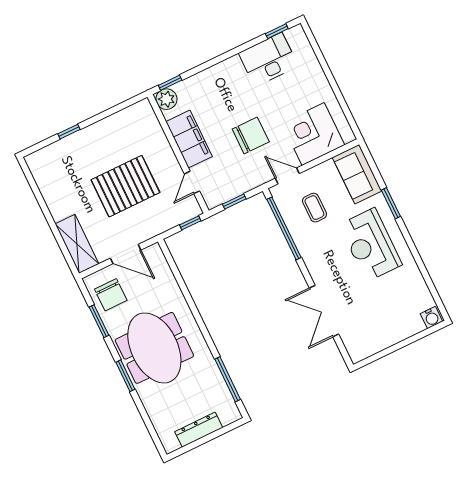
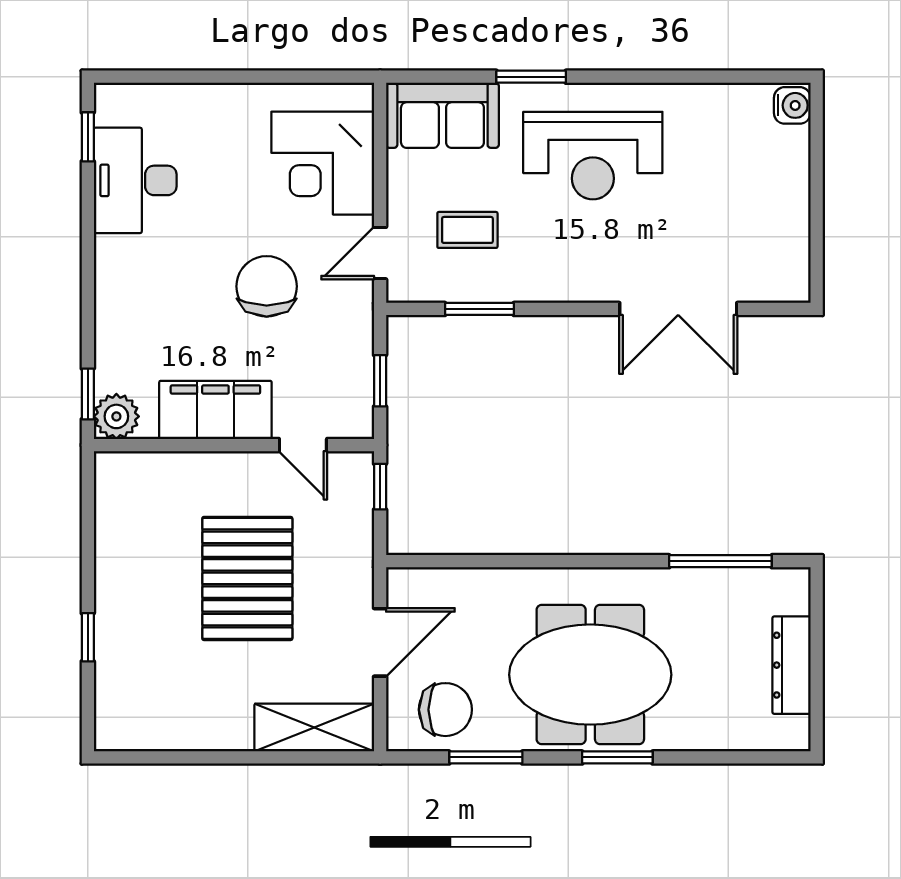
window: (284, 228) -> (479, 309), width x0.47

